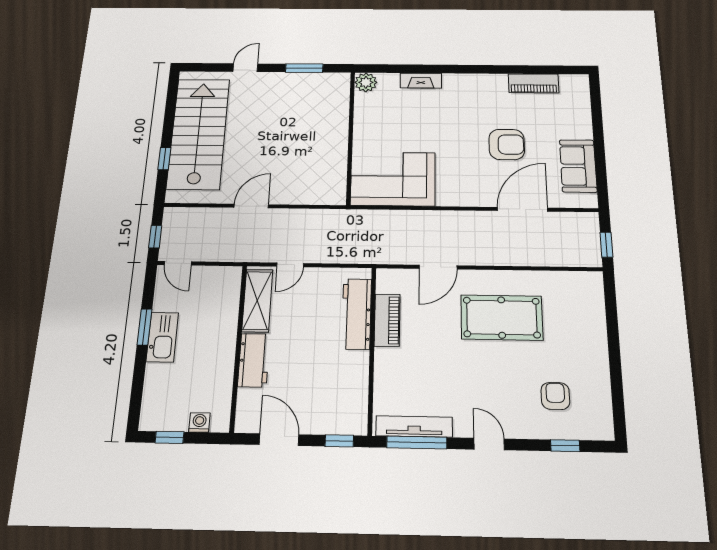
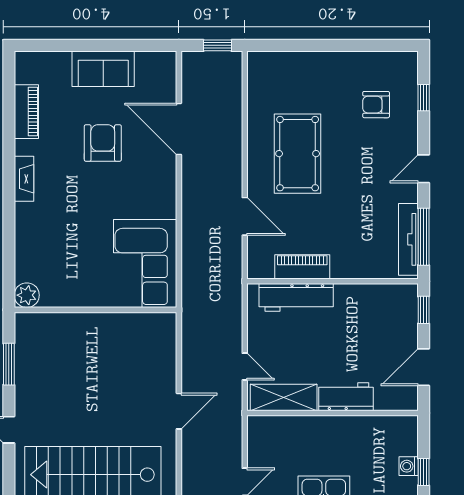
fireplace: (421, 81) -> (24, 179), moved
sofa: (578, 166) -> (103, 69), moved
door: (251, 206) -> (179, 411), swing flipped
washing machine: (199, 422) -> (409, 466), moved

